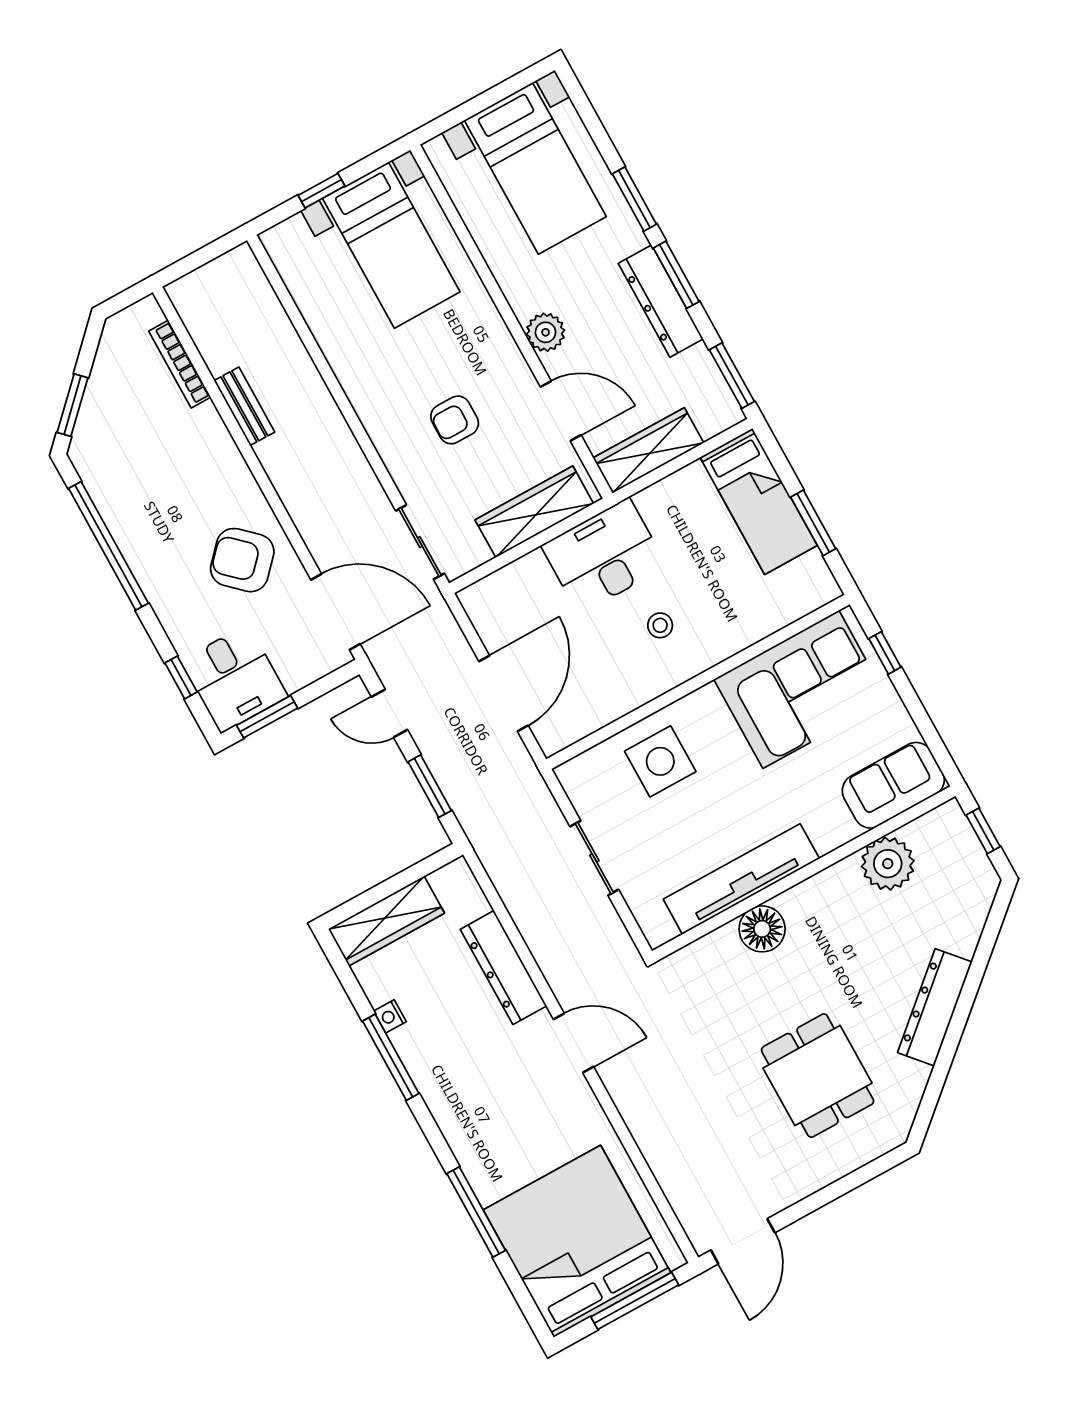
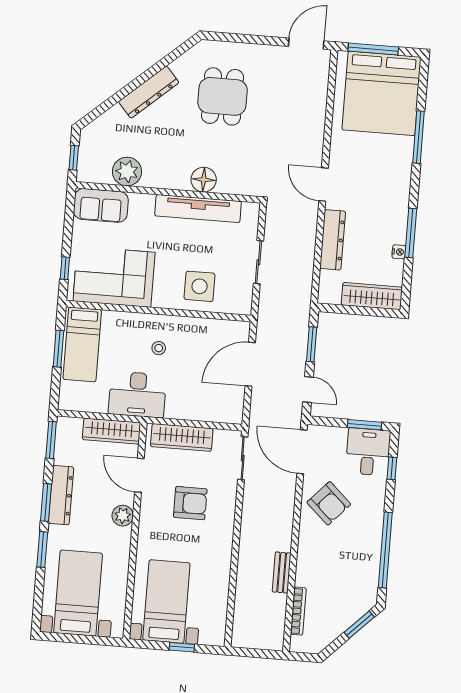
armchair: (455, 420) -> (190, 503), width x1.38, depth x1.38
bed: (759, 501) -> (82, 344), moved, turned 180
desk: (604, 556) -> (137, 394), moved

